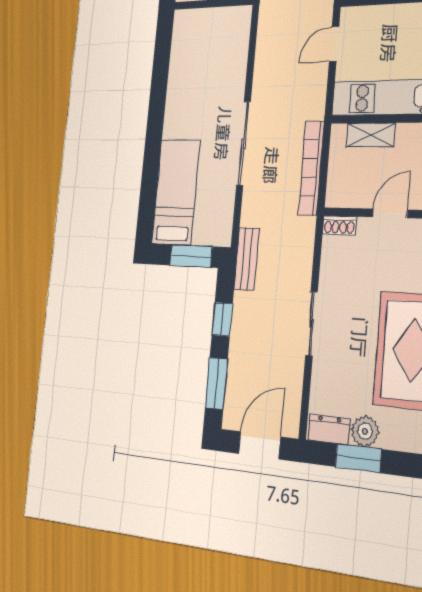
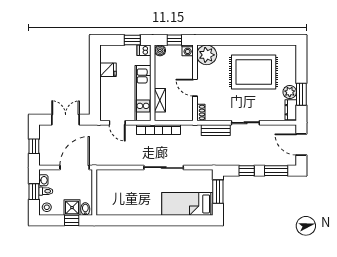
bookcase: (311, 168) -> (158, 130), moved
bench: (247, 259) -> (216, 130), moved

